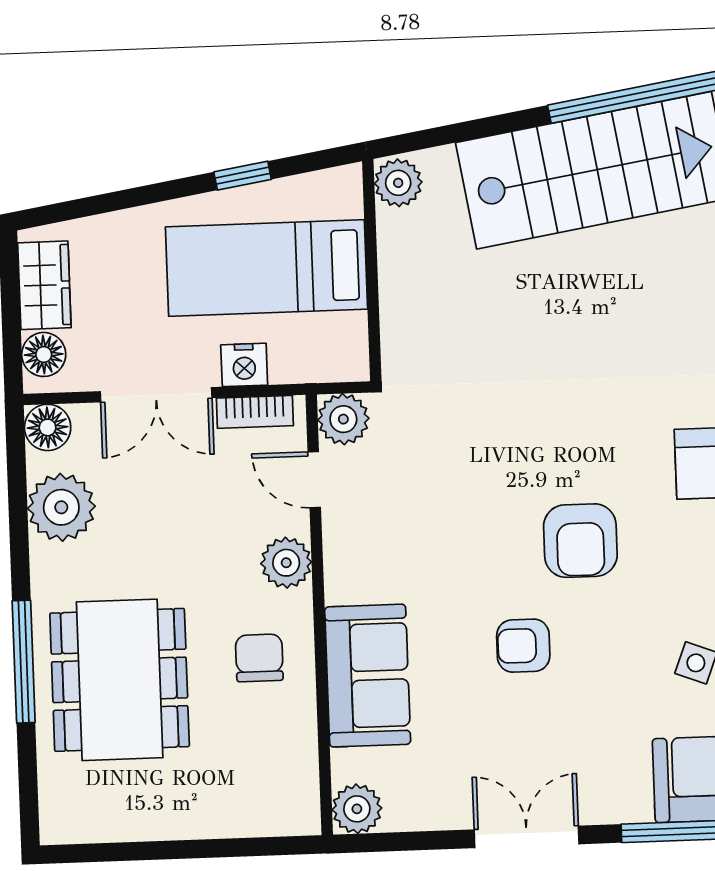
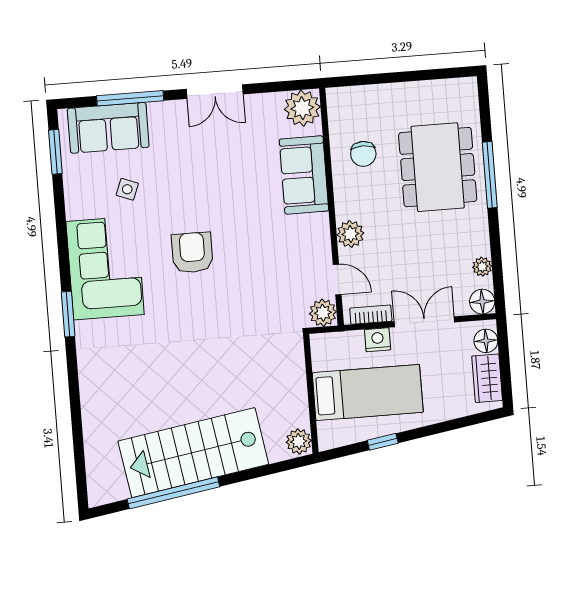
plant: (61, 507) -> (482, 267), width x0.53, depth x0.53
armchair: (523, 646) -> (221, 195), removed
chair: (259, 658) -> (363, 154), moved
plant: (357, 809) -> (302, 108), width x1.36, depth x1.36

